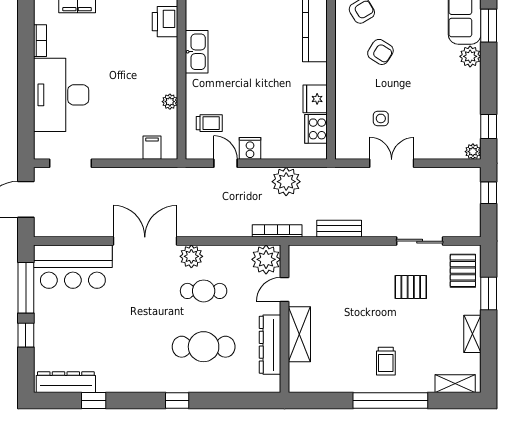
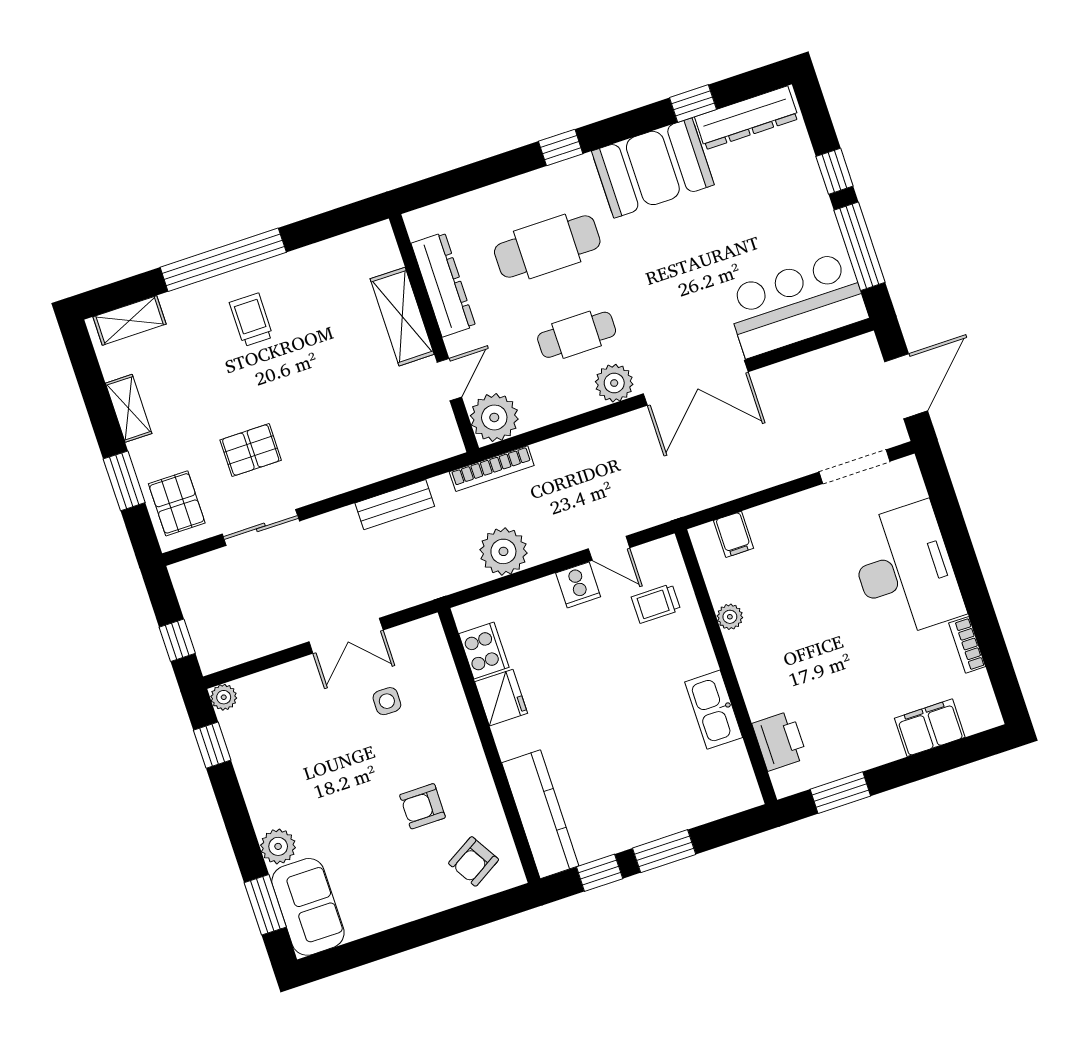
armchair: (380, 52) -> (423, 806), turned -32
booth: (129, 371) -> (653, 168), added

